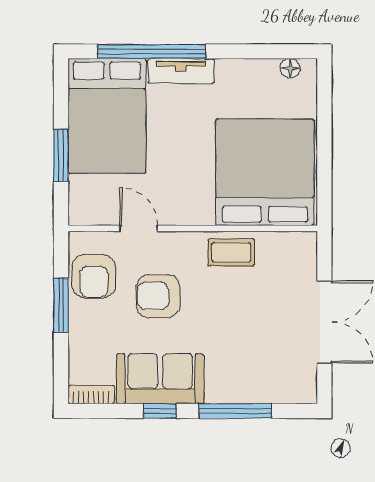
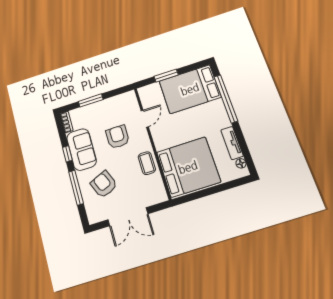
tv unit: (181, 71) -> (232, 143), moved
armchair: (94, 276) -> (104, 184), moved, turned 67
window: (61, 305) -> (91, 100), moved

